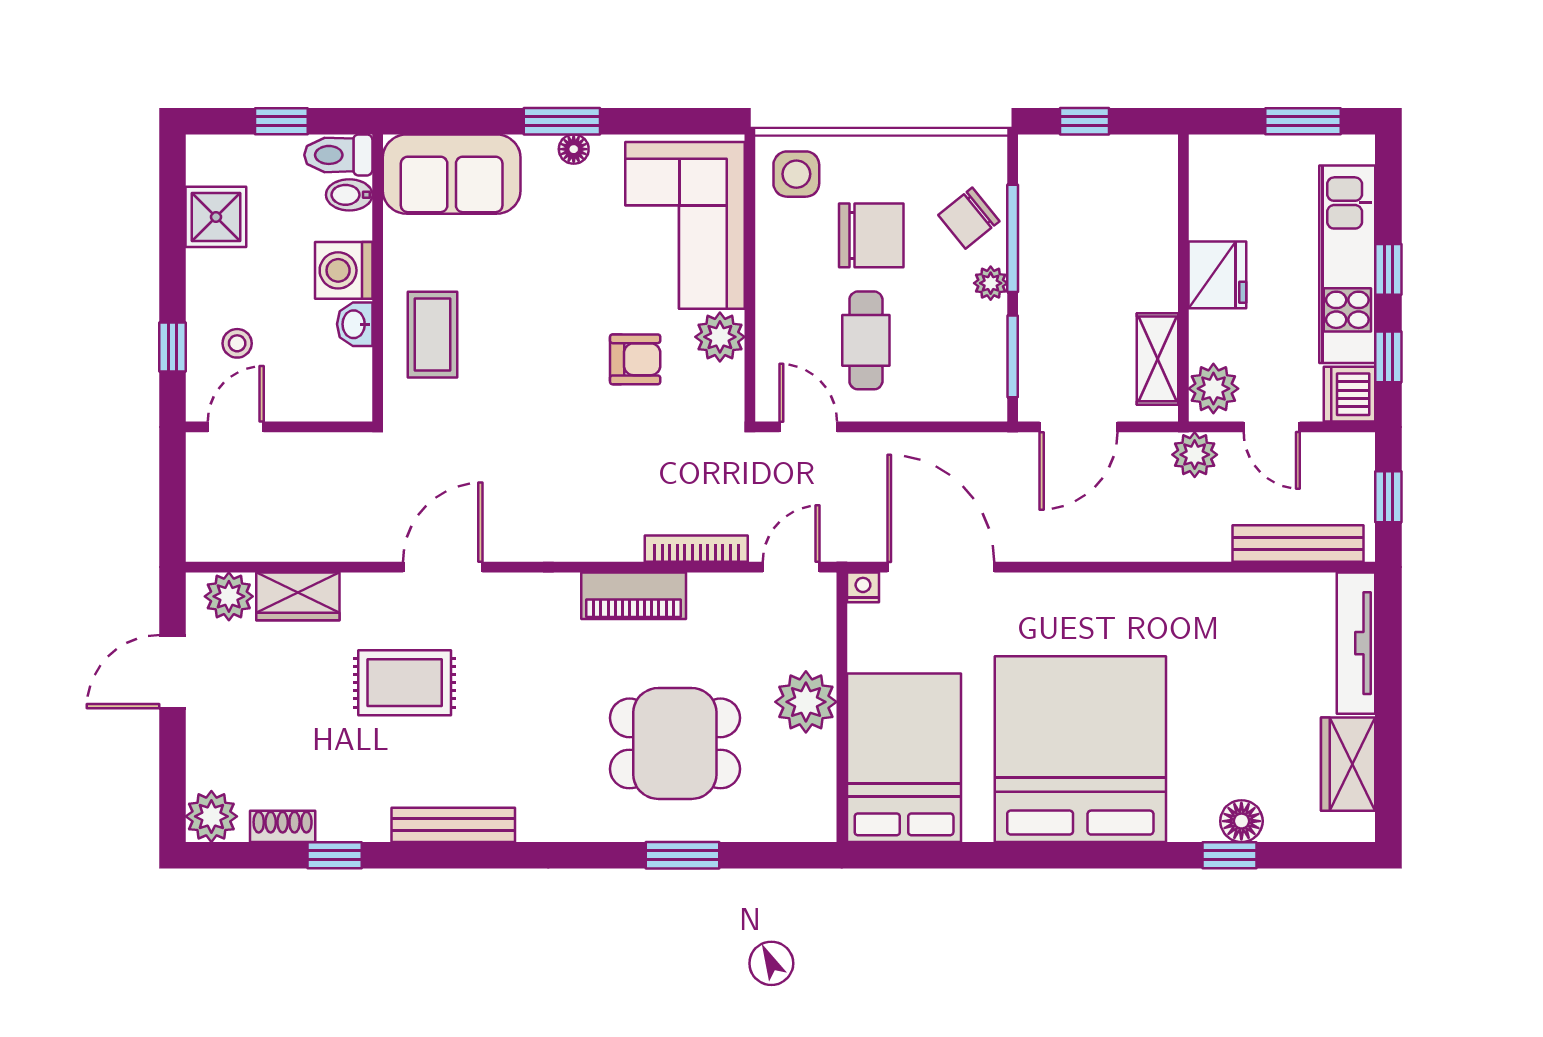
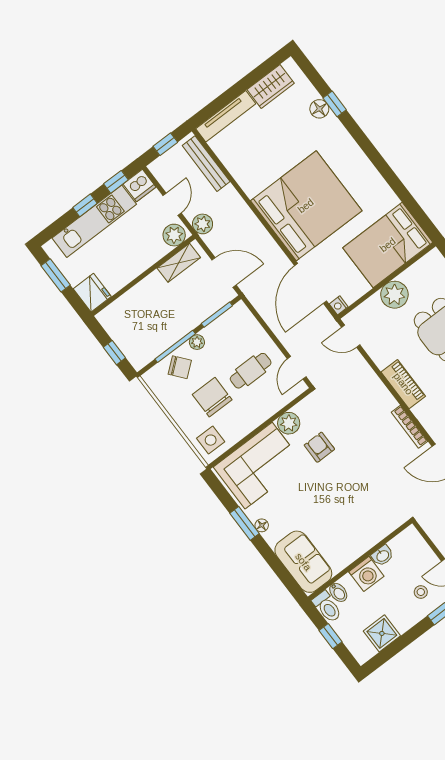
window: (562, 121) -> (245, 523), moved
fridge: (1217, 275) -> (92, 293), moved, turned 90
coffee table: (433, 335) -> (365, 525), removed
bookcase: (696, 549) -> (409, 427), moved
bed: (1080, 749) -> (306, 206), moved, turned 180

